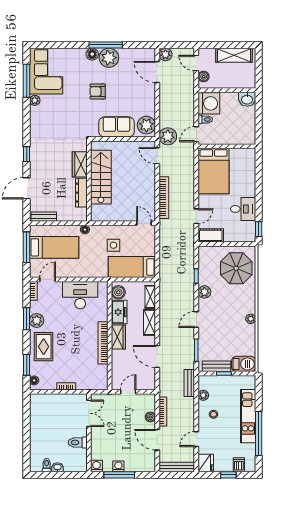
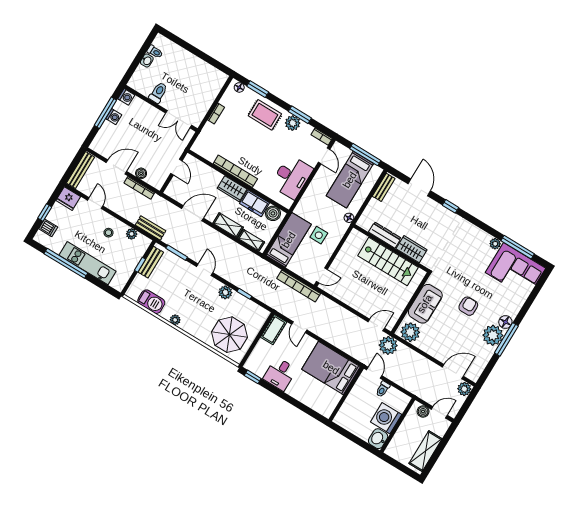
washing machine: (209, 103) -> (386, 418), moved, turned 90
bookcase: (164, 198) -> (299, 286), moved
barbecue: (244, 364) -> (151, 302), moved, turned -90

